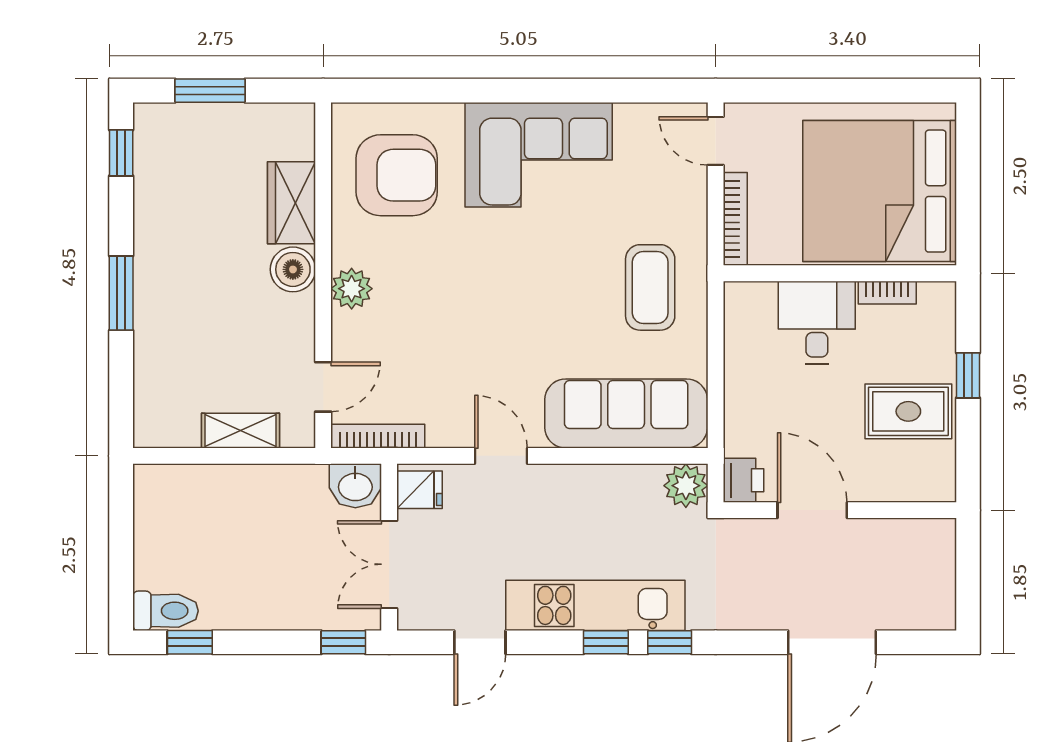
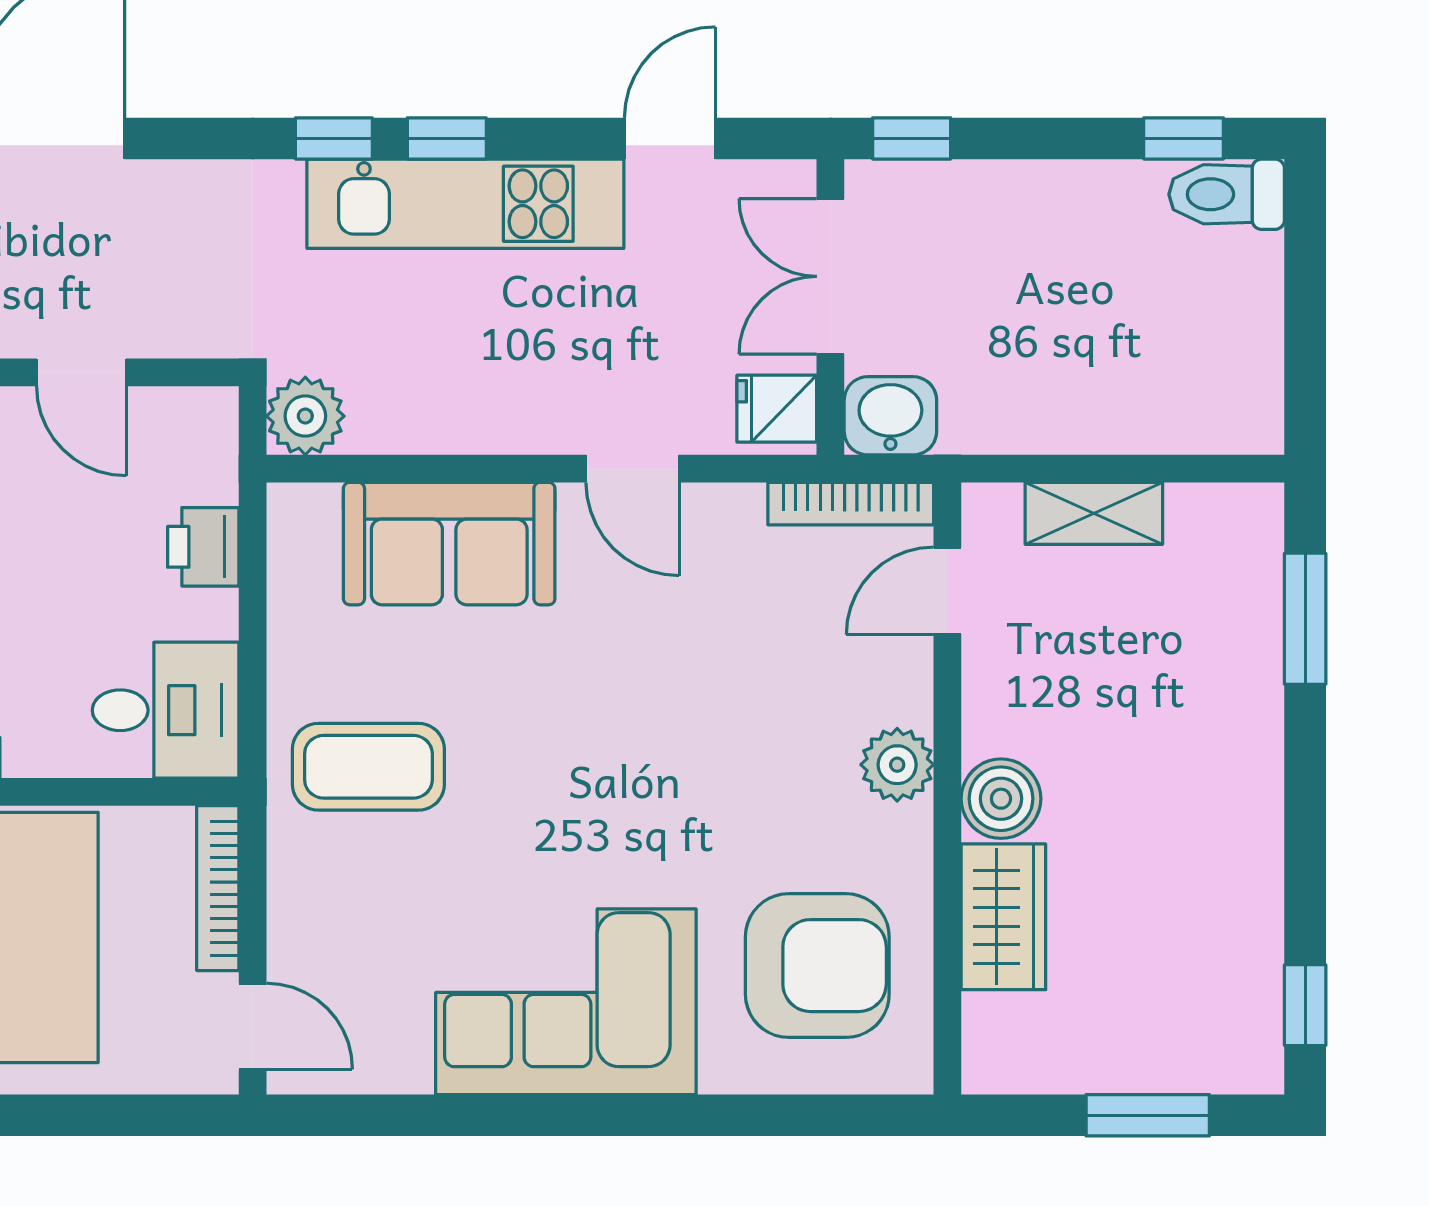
armchair: (397, 175) -> (817, 966), turned 180
coffee table: (650, 287) -> (368, 767), turned 90
window: (121, 293) -> (1305, 619), moved
desk: (817, 322) -> (166, 710), moved, turned -90
sofa: (626, 414) -> (449, 544), width x0.73
printer: (743, 480) -> (203, 547), moved
door: (812, 510) -> (81, 372), width x0.73
double door: (389, 564) -> (830, 276), swing flipped

